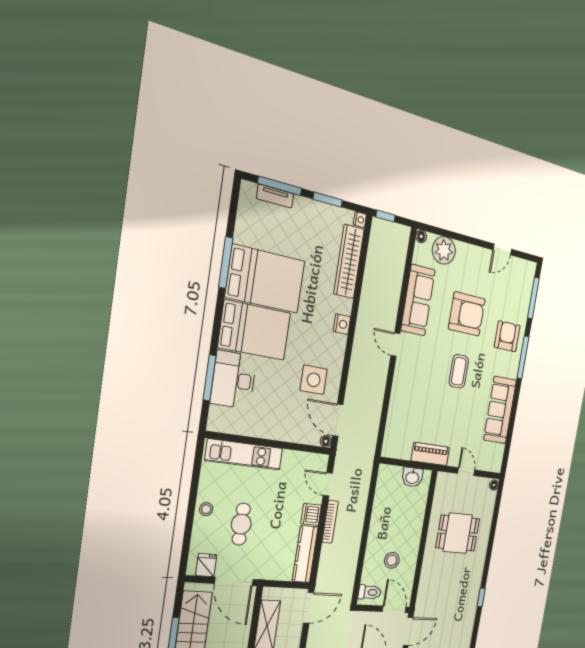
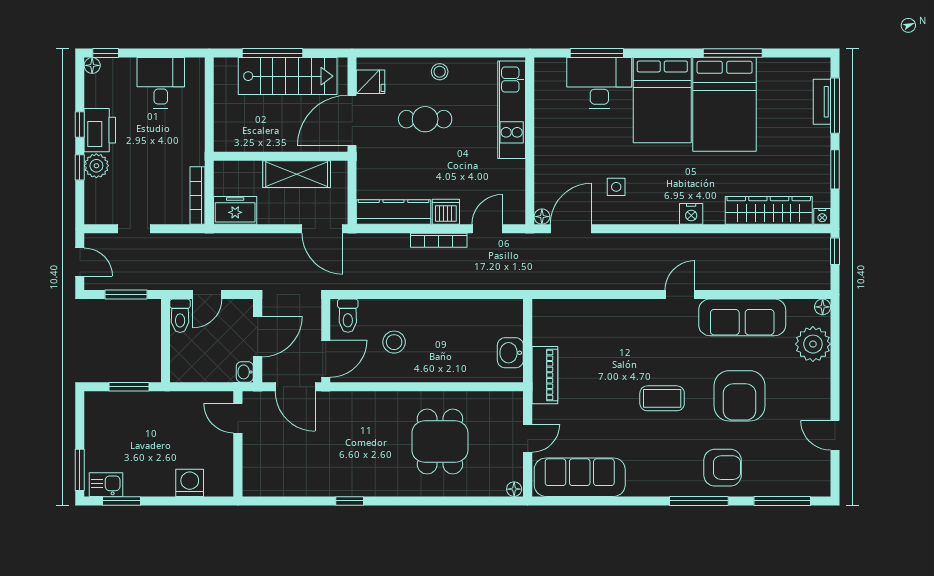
side table: (314, 380) -> (616, 187), width x0.54, depth x0.54
sofa: (500, 410) -> (580, 477), moved

